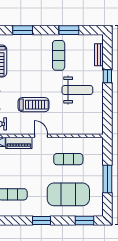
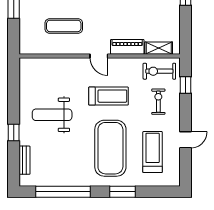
window: (69, 30) -> (63, 192), width x2.11
exercise mat: (59, 55) -> (110, 148), moved, width x2.00, depth x1.45
treadmill: (33, 105) -> (108, 96), turned 180

